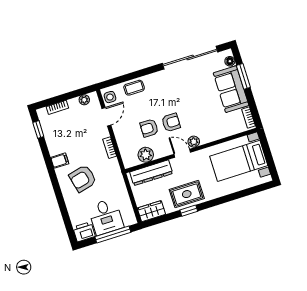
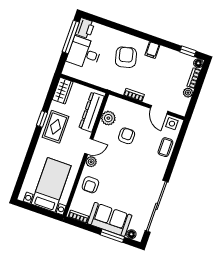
plant: (84, 100) -> (188, 93), moved
floor lamp: (42, 113) -> (198, 63), added
armchair: (171, 122) -> (90, 185), moved
window: (113, 234) -> (71, 37), moved

